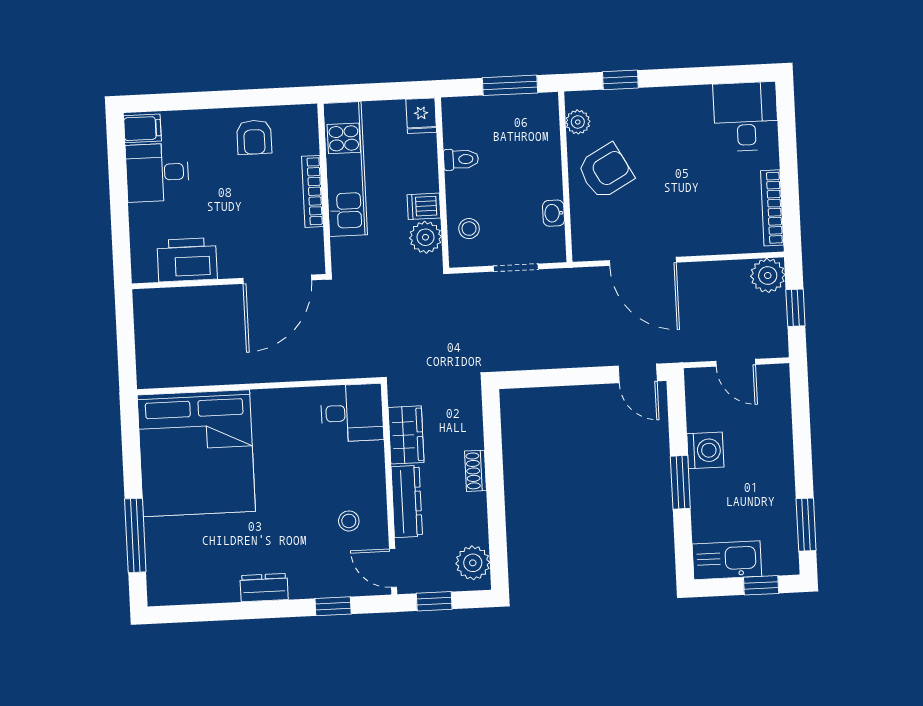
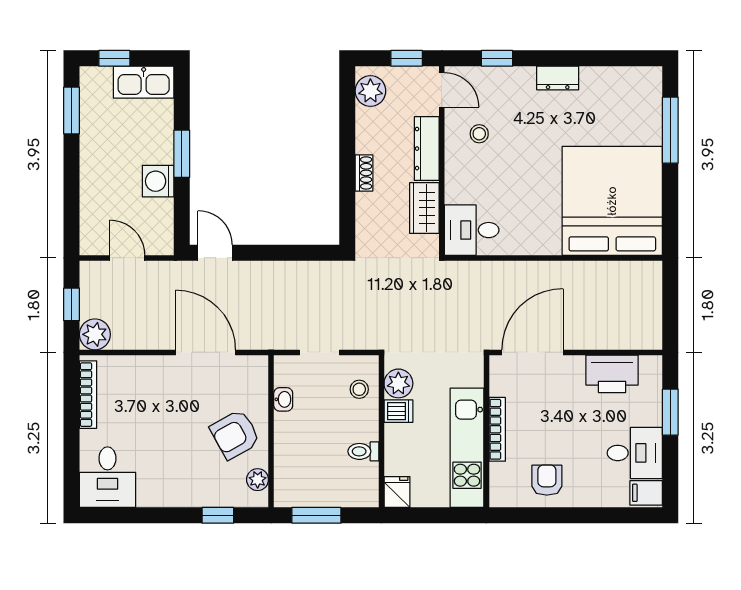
window: (120, 220) -> (670, 412), added

